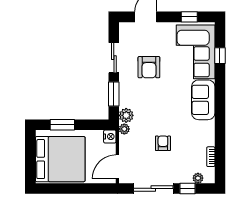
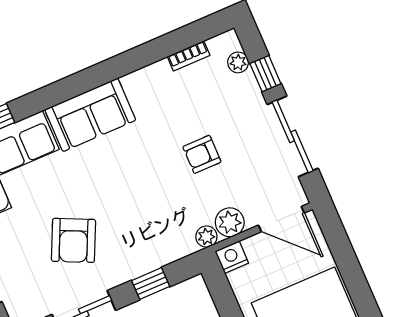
armchair: (149, 67) -> (73, 240), turned 115
window: (114, 94) -> (151, 283), width x0.67
plant: (126, 115) -> (230, 222), moved

